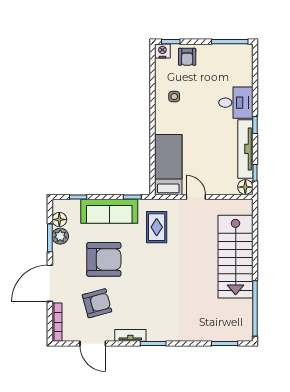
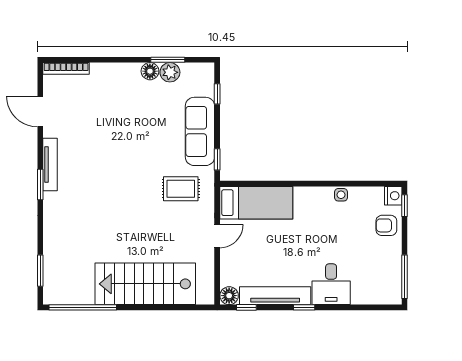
side table: (174, 97) -> (341, 195), moved
floor lamp: (59, 220) -> (150, 71), moved
armchair: (104, 259) -> (142, 125), removed
door: (50, 283) -> (113, 60), removed
armchair: (97, 303) -> (89, 117), removed
tv unit: (130, 335) -> (50, 165), width x1.41
door: (93, 344) -> (40, 112), hinge flipped

